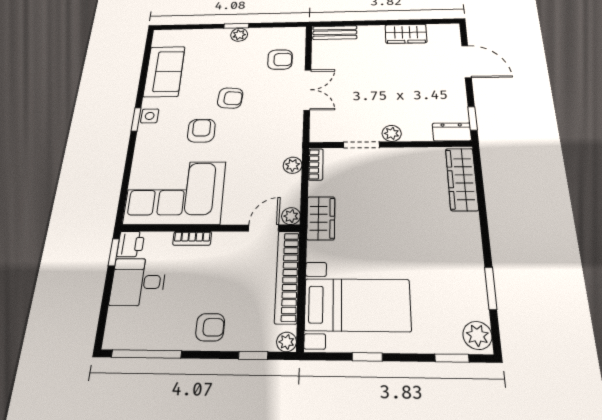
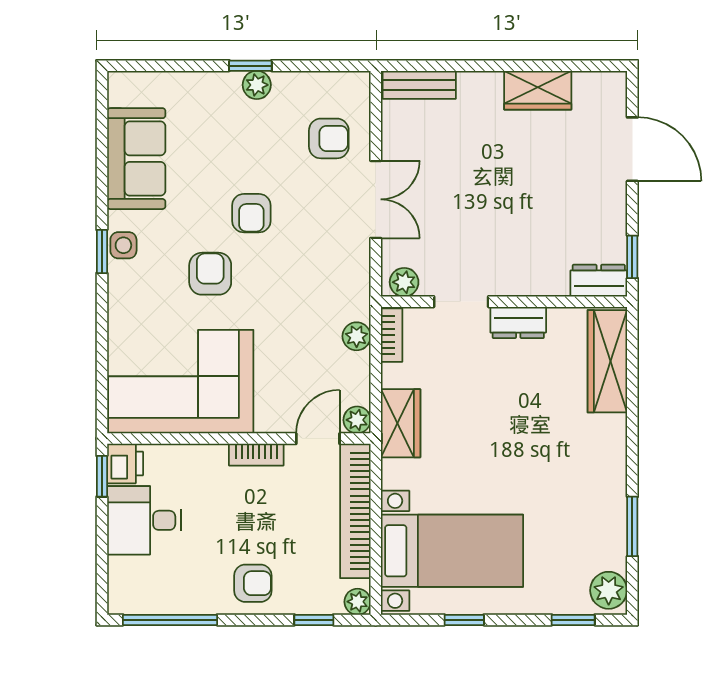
armchair: (230, 98) -> (251, 213), turned 85
plant: (392, 133) -> (404, 282), moved
dresser: (400, 156) -> (518, 323), added
bookcase: (192, 238) -> (256, 455), moved

